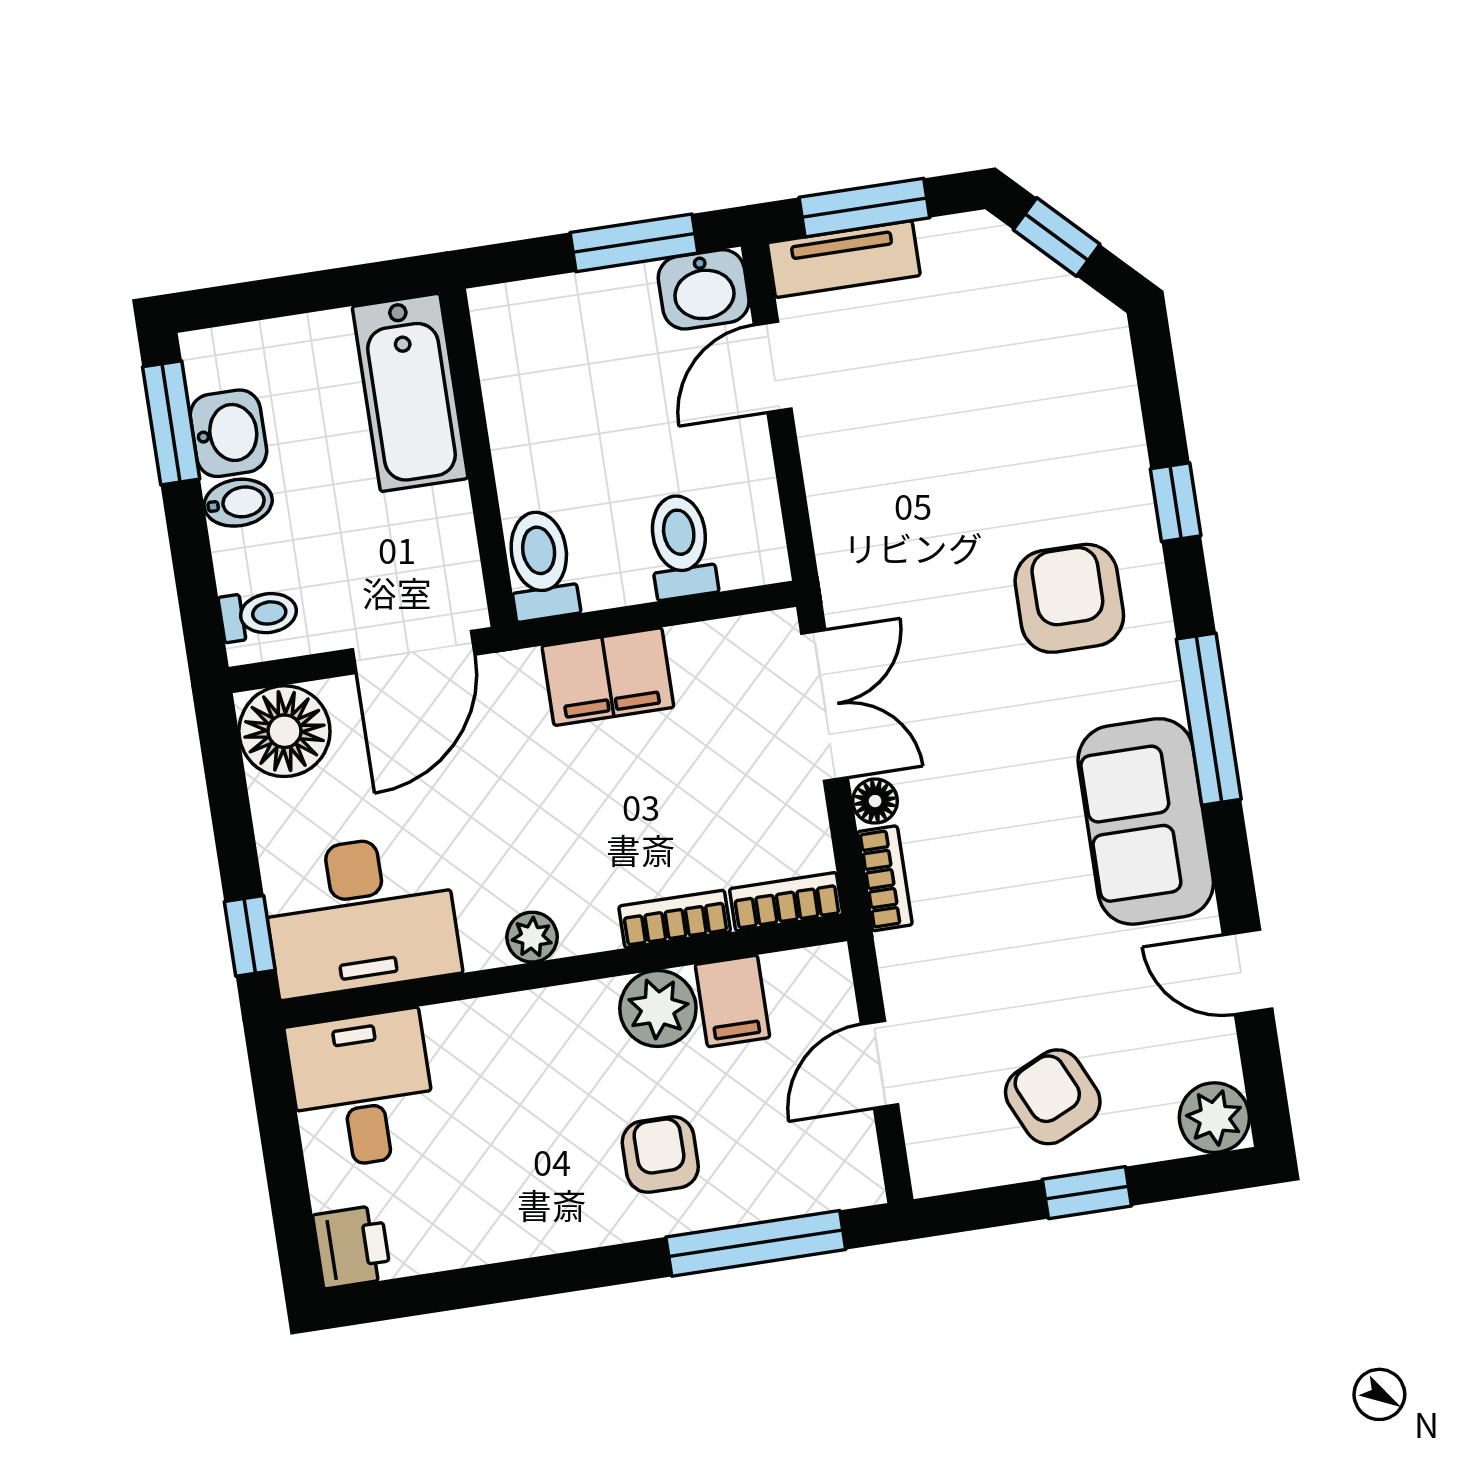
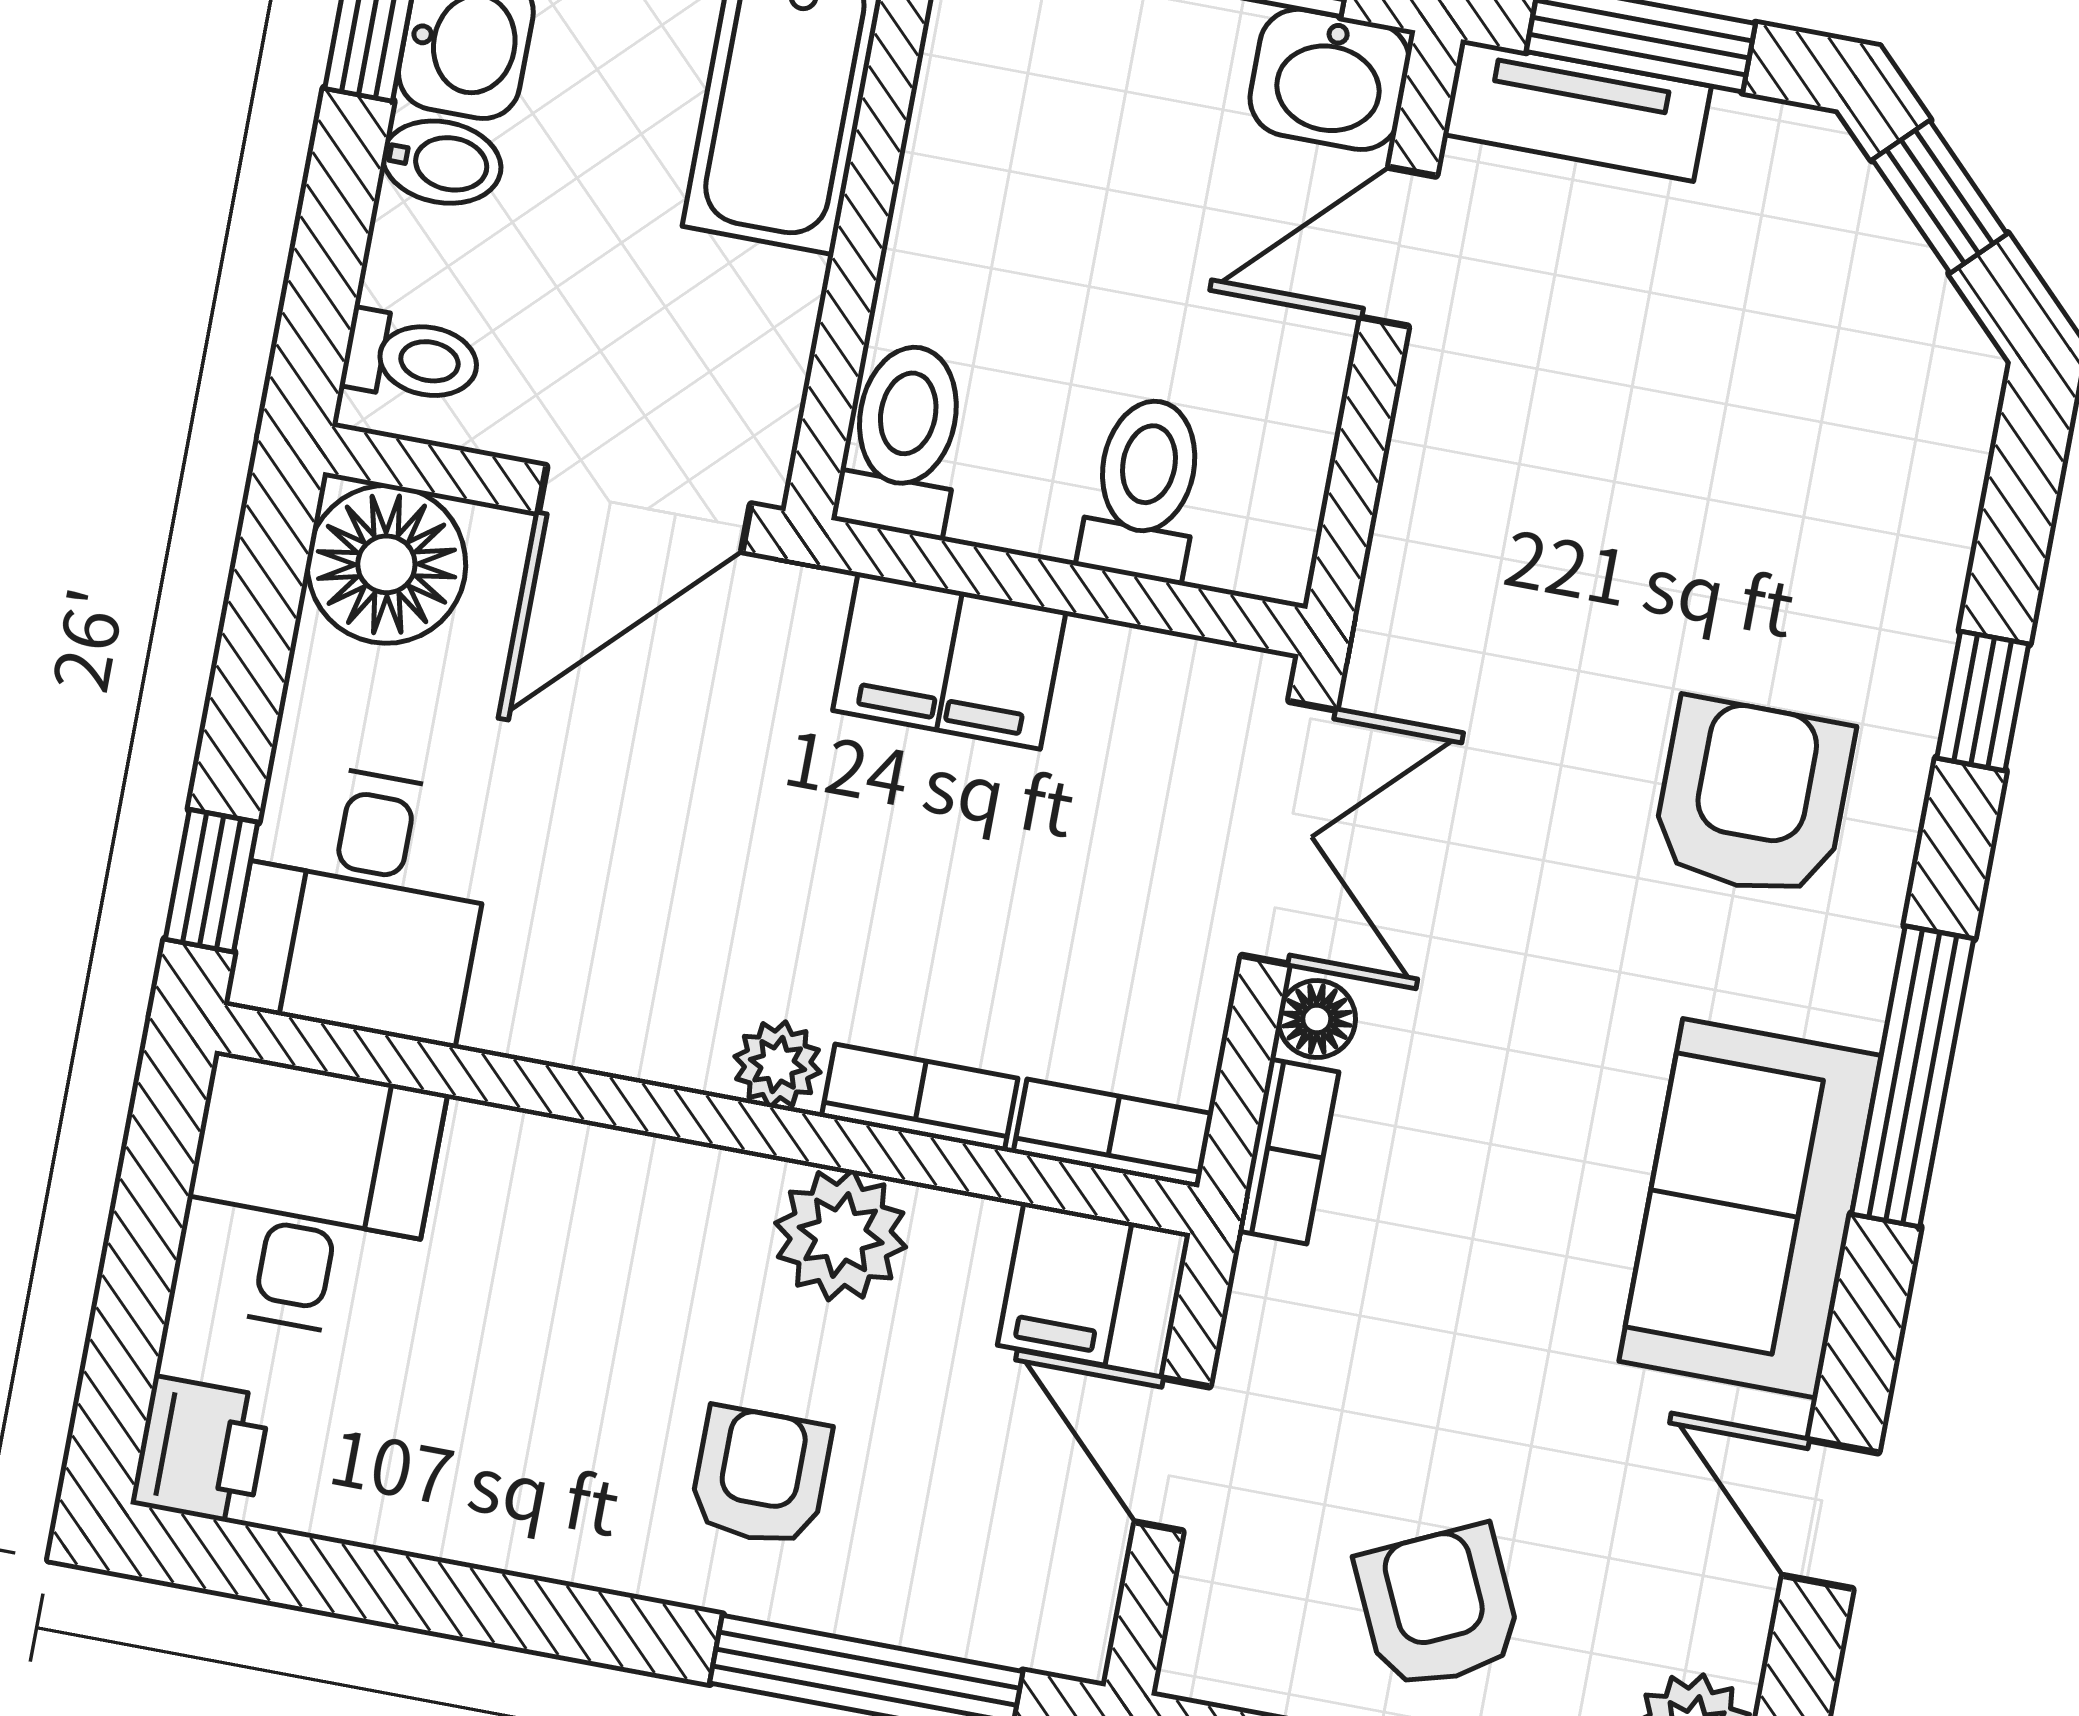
desk: (360, 915) -> (362, 902), width x0.73
plant: (532, 937) -> (778, 1064), moved
filing cabinet: (732, 1001) -> (1065, 1284), moved
door: (880, 1064) -> (1173, 1454), hinge flipped

